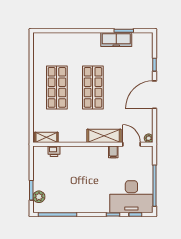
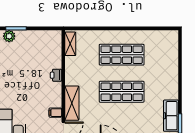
printer: (54, 151) -> (56, 75), moved

